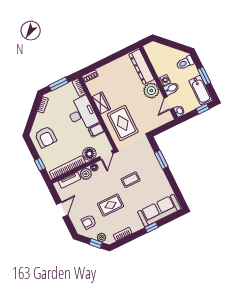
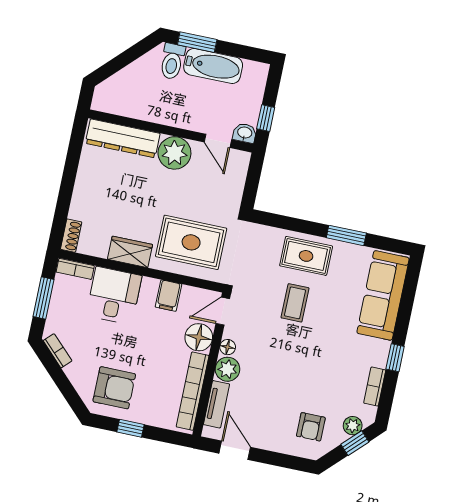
window: (204, 76) -> (197, 42), moved
washing machine: (165, 80) -> (175, 118), removed
bidet: (171, 88) -> (197, 117), removed
bathtub: (200, 90) -> (213, 66), moved
window: (203, 109) -> (266, 118), moved
desk: (82, 113) -> (114, 296), width x0.73
door: (106, 155) -> (223, 311), swing flipped
window: (161, 160) -> (346, 235), moved
window: (40, 164) -> (131, 428), moved
rug: (111, 205) -> (306, 256), moved, turned 90
door: (62, 210) -> (235, 450), moved
window: (151, 227) -> (395, 358), moved

